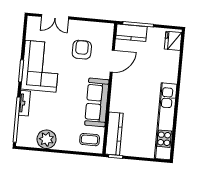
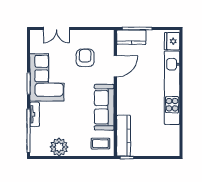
kitchen unit: (166, 121) -> (172, 88), moved

